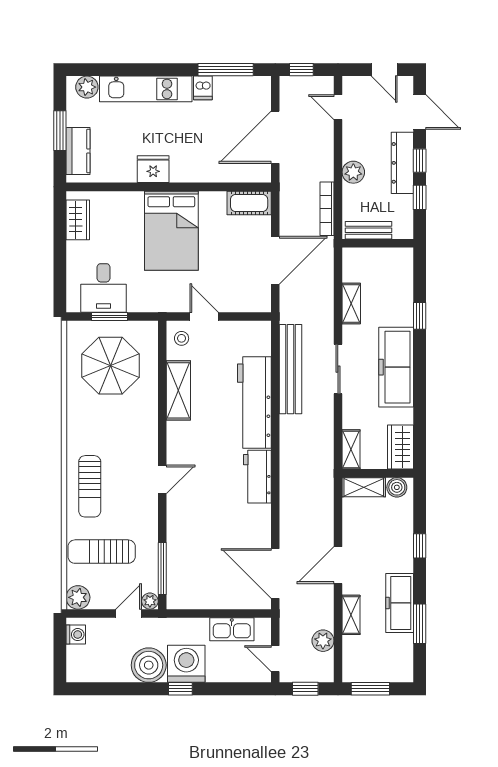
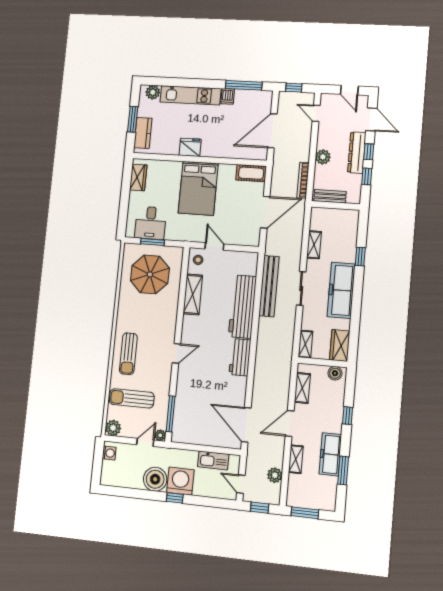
shelving: (364, 487) -> (302, 388), moved, turned 90

